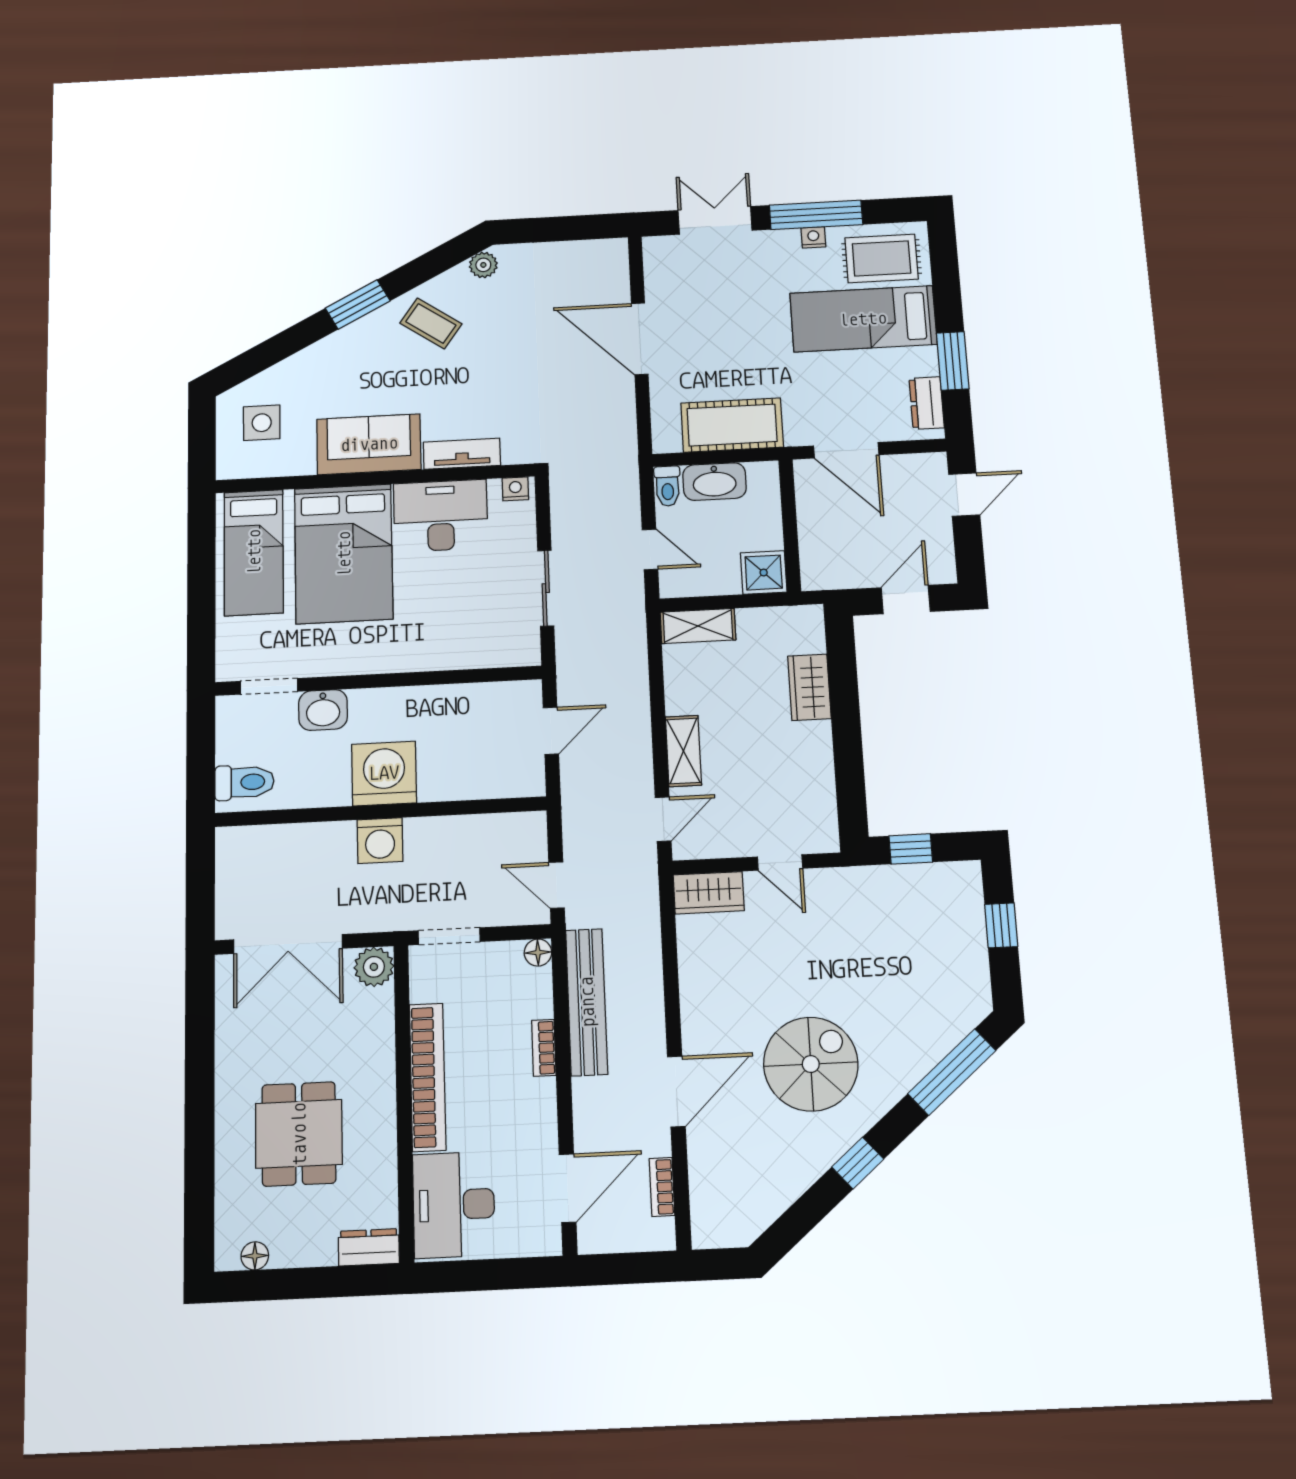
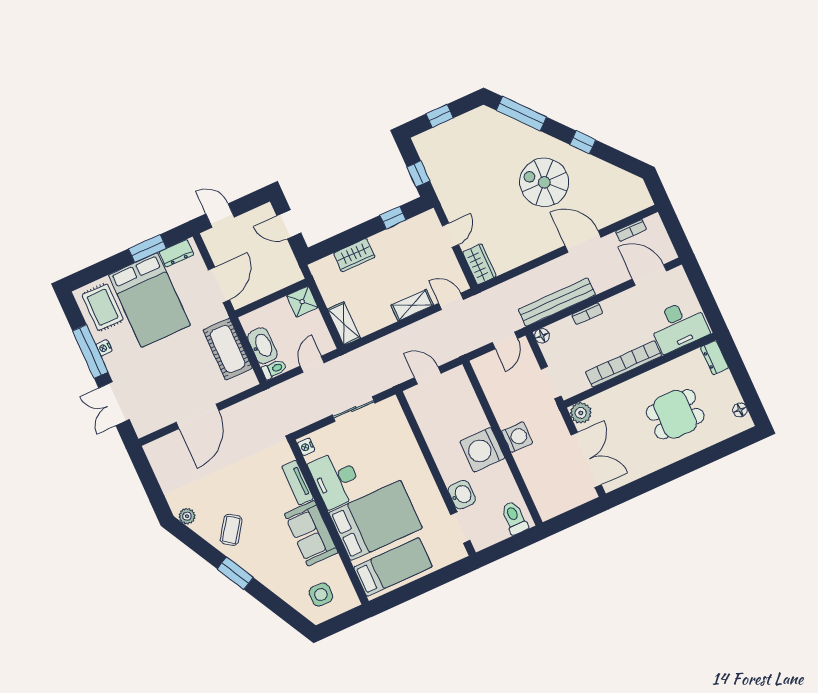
bed: (863, 319) -> (149, 300), width x1.50
window: (850, 776) -> (393, 218), added

